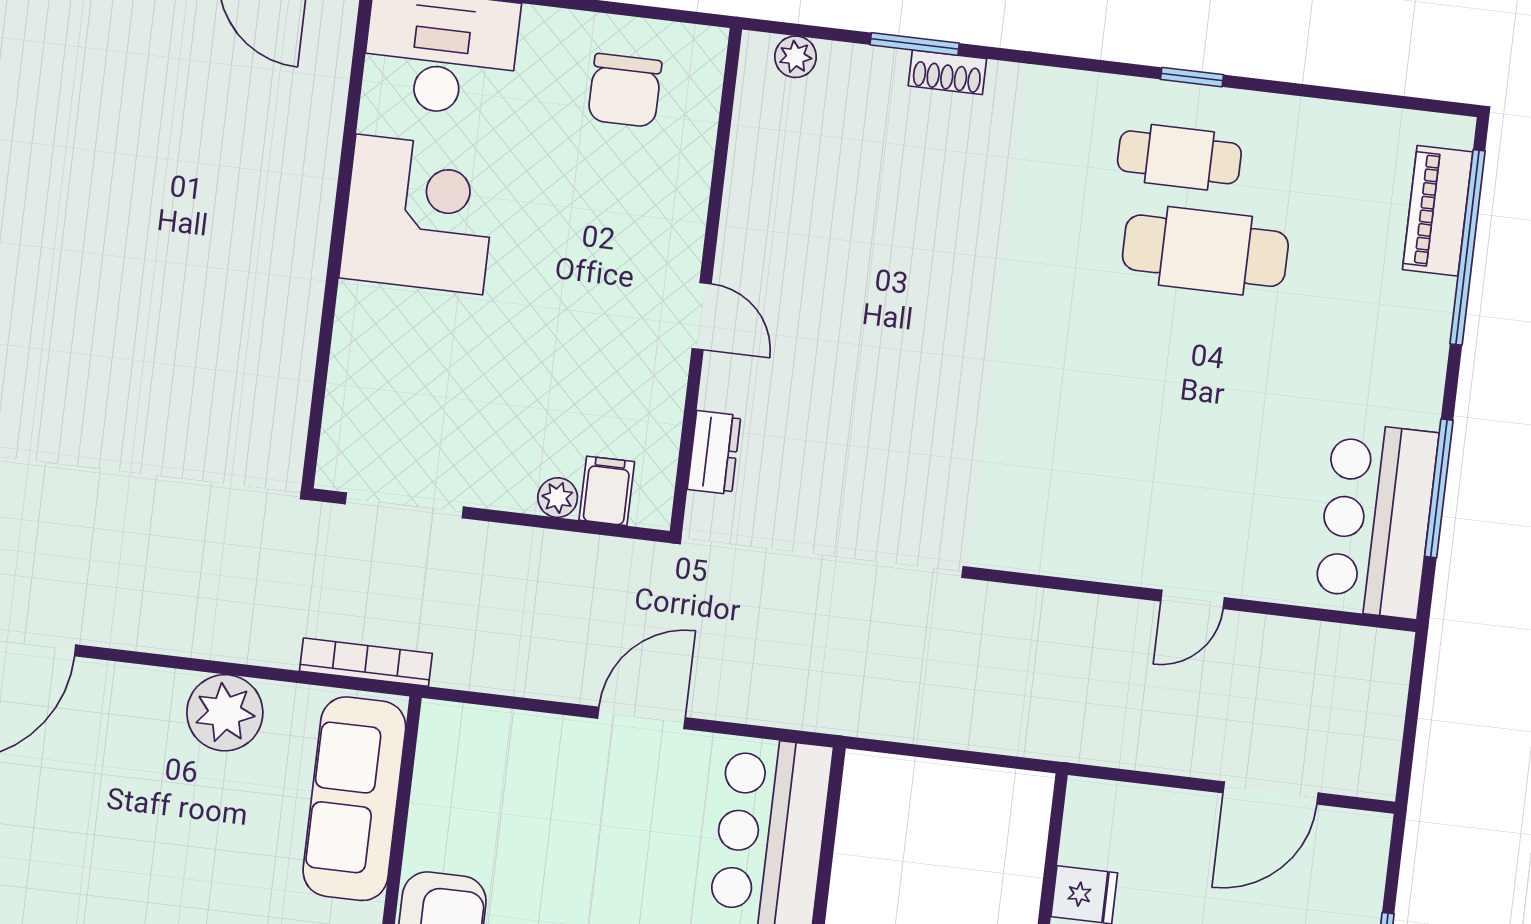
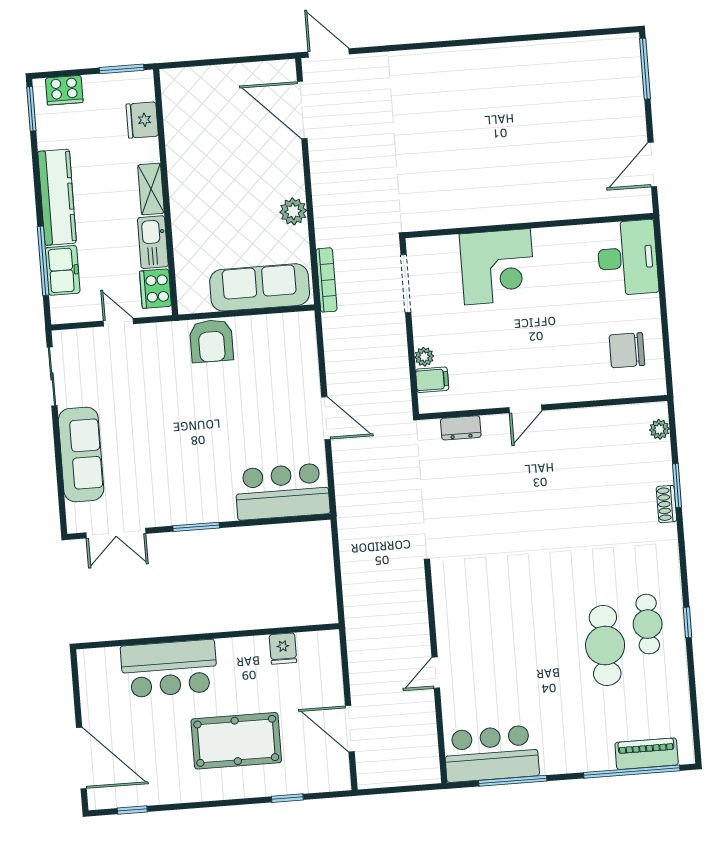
corner desk: (419, 214) -> (497, 267), moved
door: (1193, 599) -> (436, 673), hinge flipped
plant: (225, 713) -> (293, 211), width x0.73, depth x0.73

